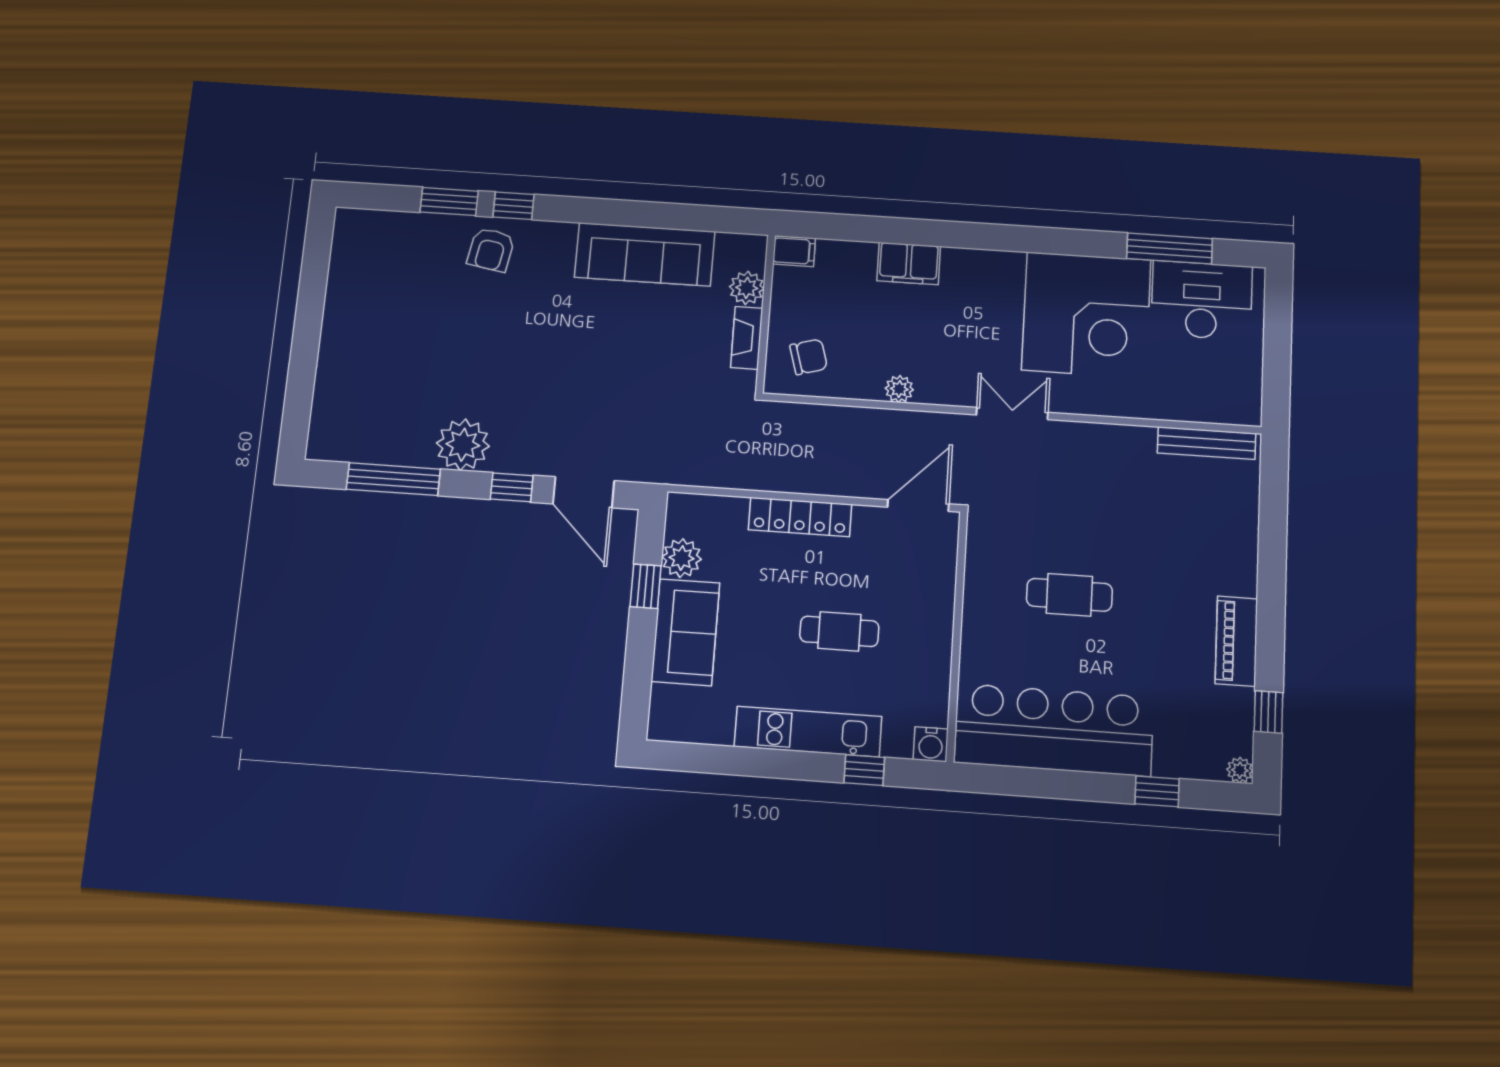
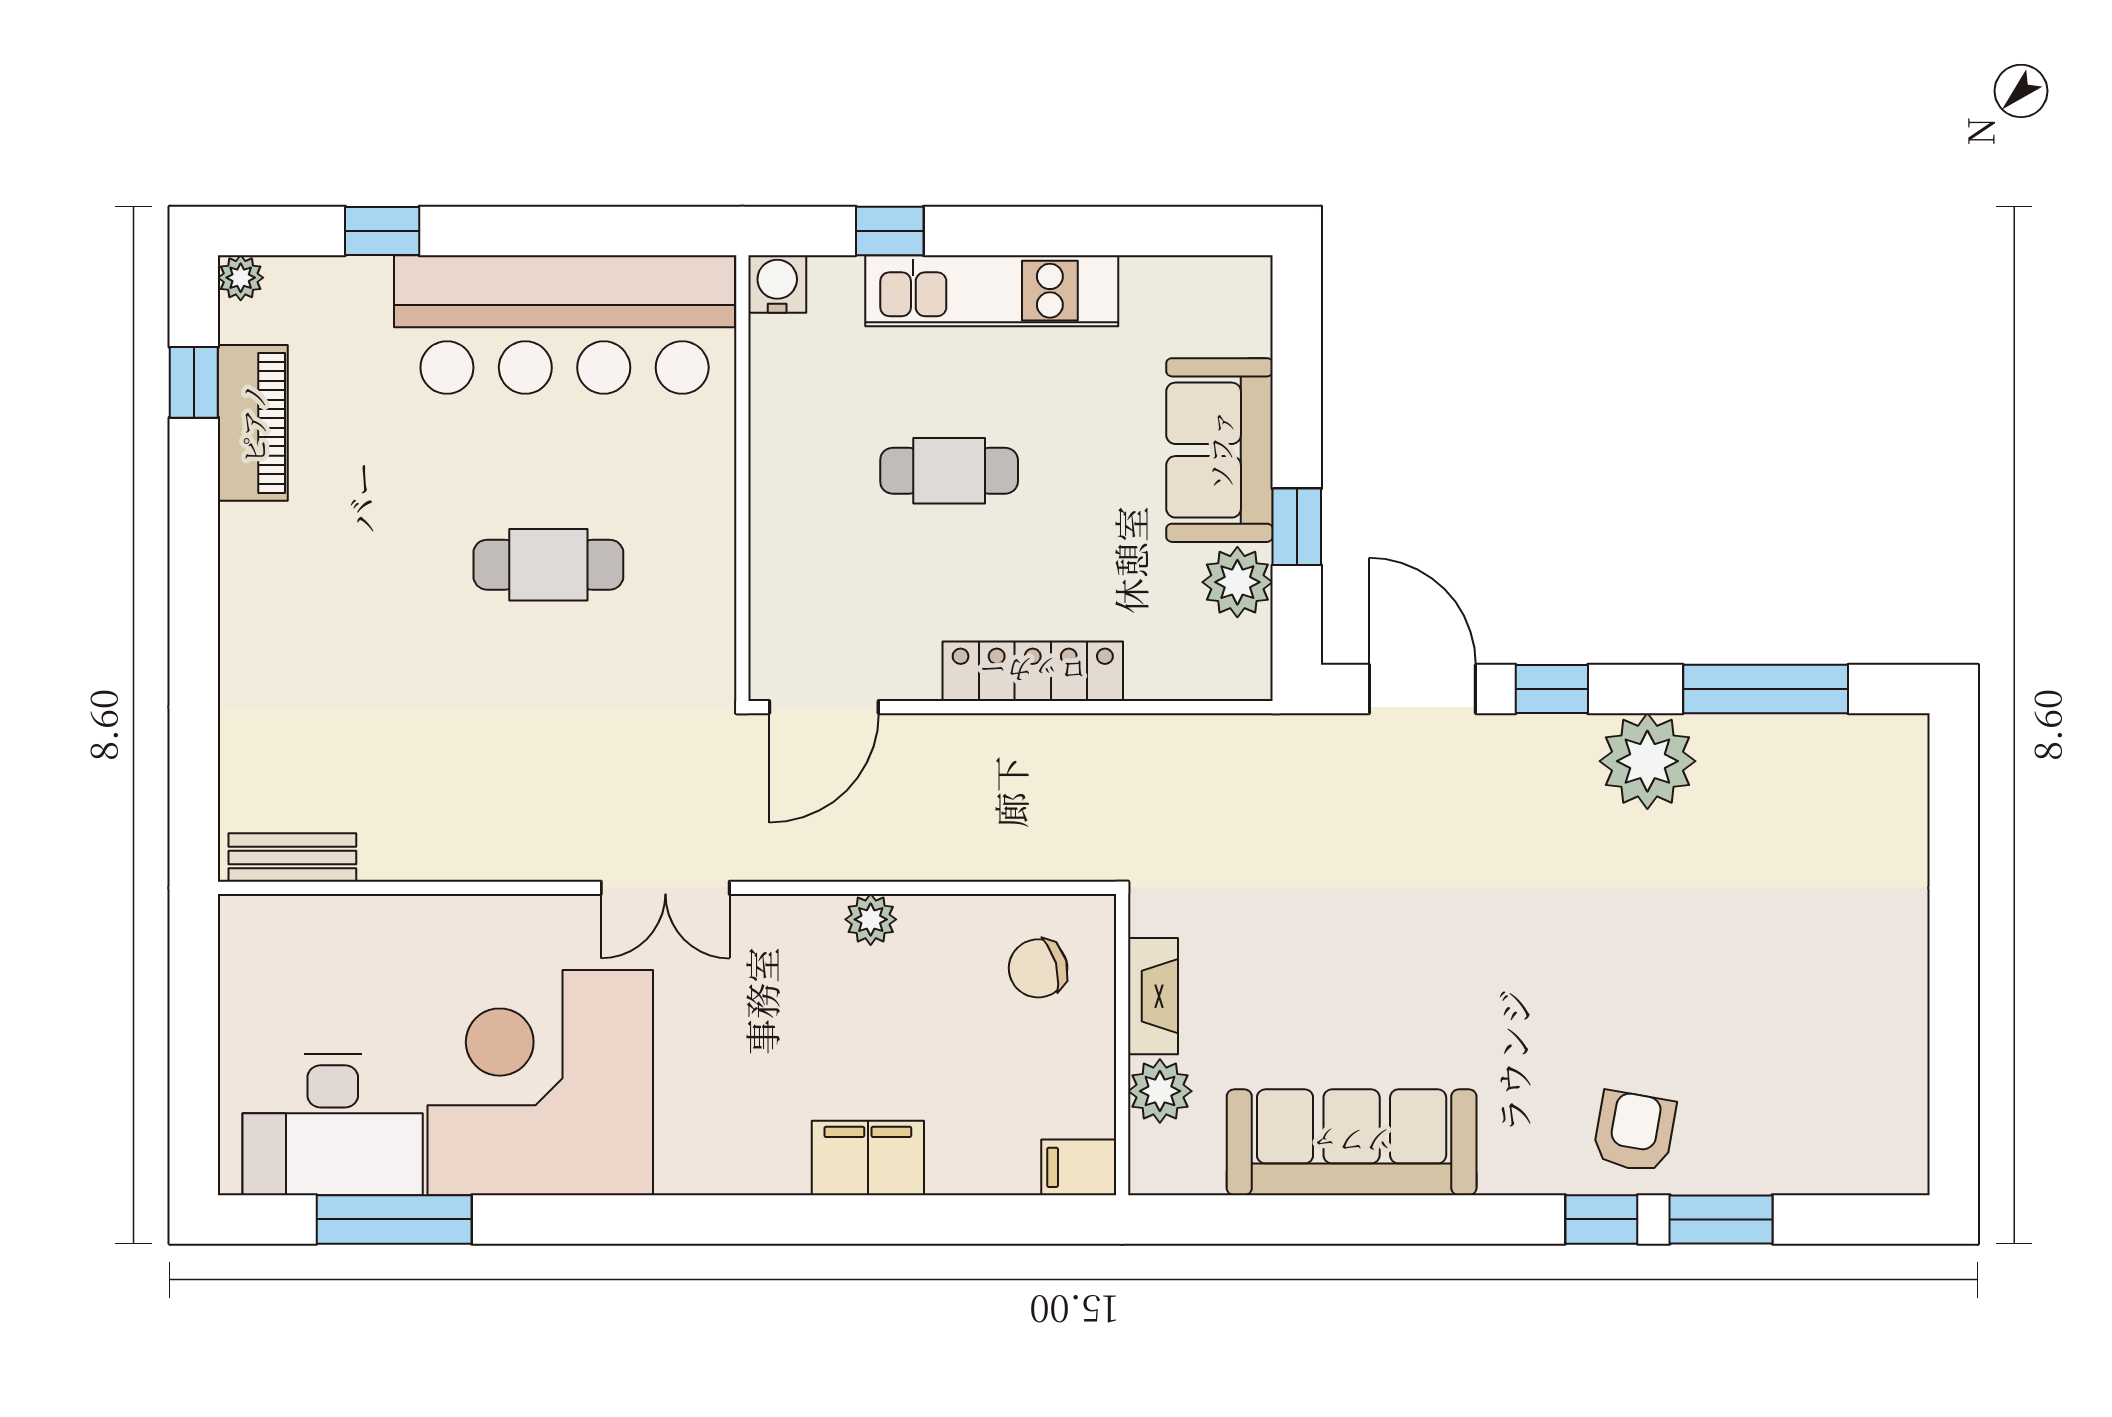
bench: (1207, 443) -> (292, 858), width x0.73
piano: (1236, 641) -> (253, 423), moved

